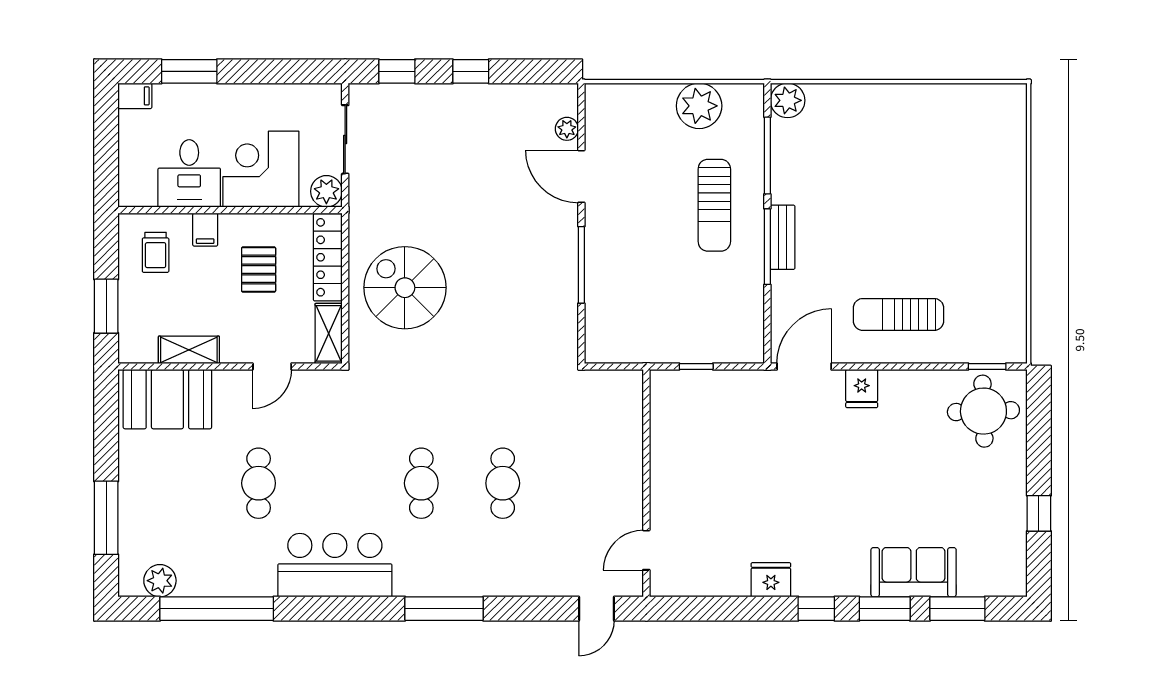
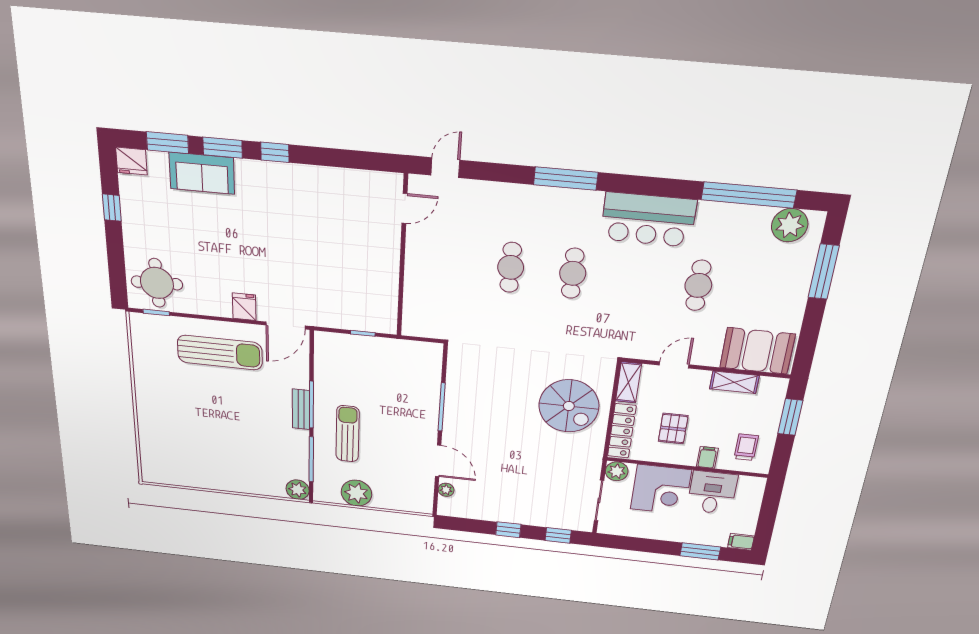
sun lounger: (899, 314) -> (220, 353), width x1.36, depth x1.34
fridge: (771, 580) -> (131, 161), moved
plant: (160, 581) -> (790, 225), width x1.36, depth x1.36

